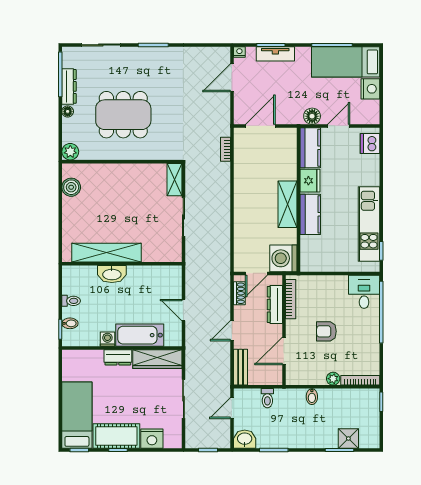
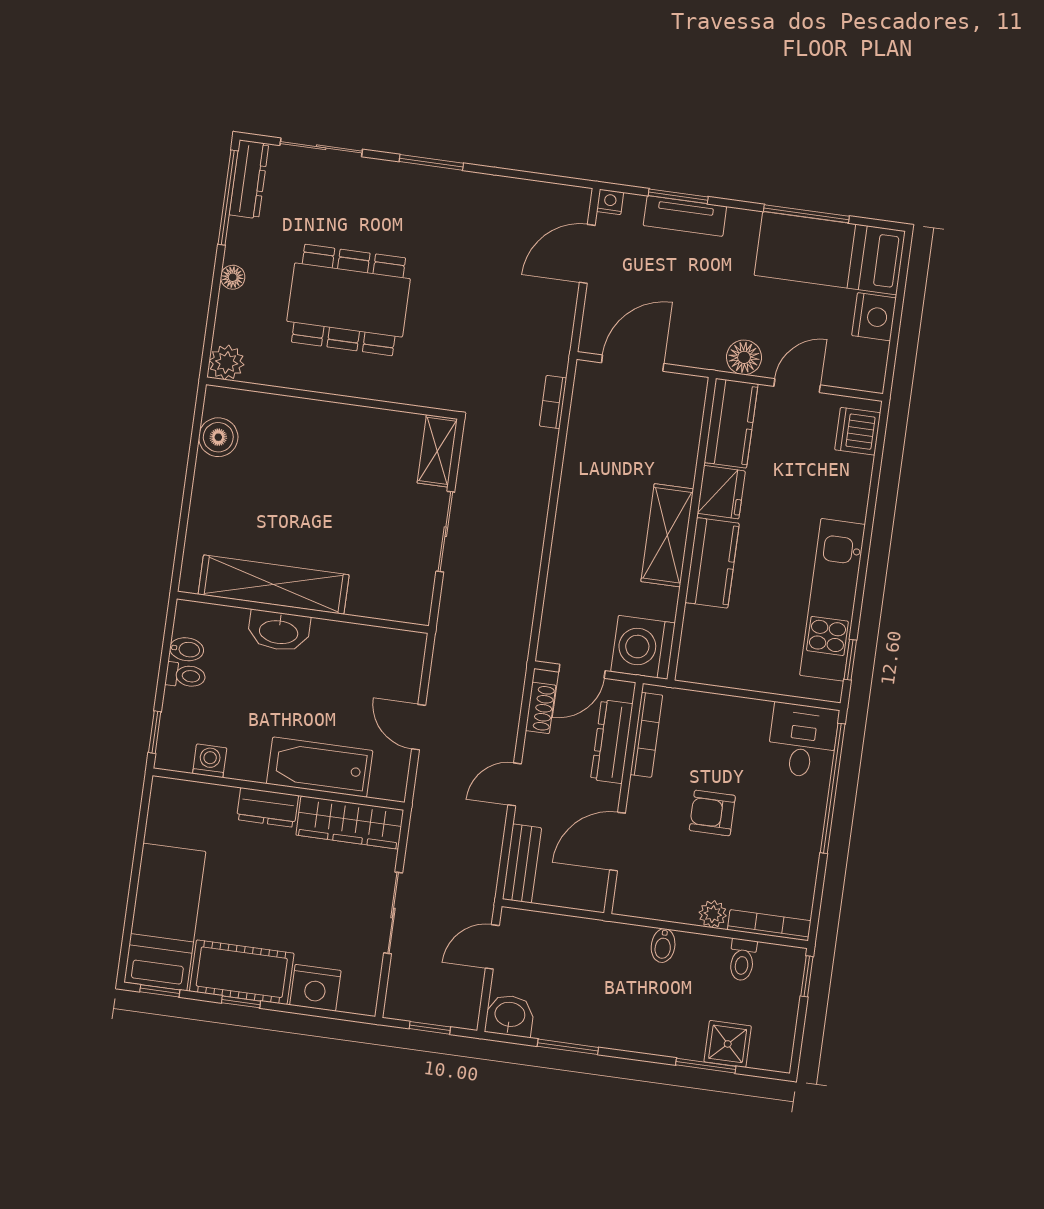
dresser: (69, 86) -> (249, 179), moved
bidet: (70, 323) -> (187, 649), moved
washing machine: (107, 339) -> (210, 761), moved
toilet: (267, 398) -> (742, 960), moved

